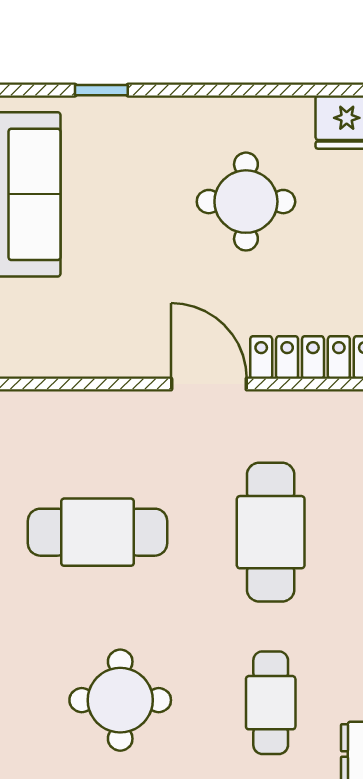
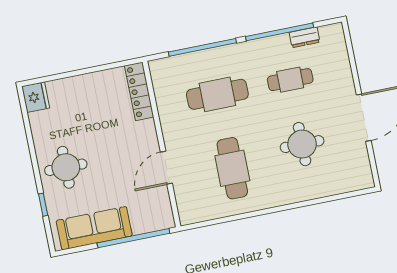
round table: (246, 202) -> (66, 167), moved
door: (209, 384) -> (166, 168), moved

